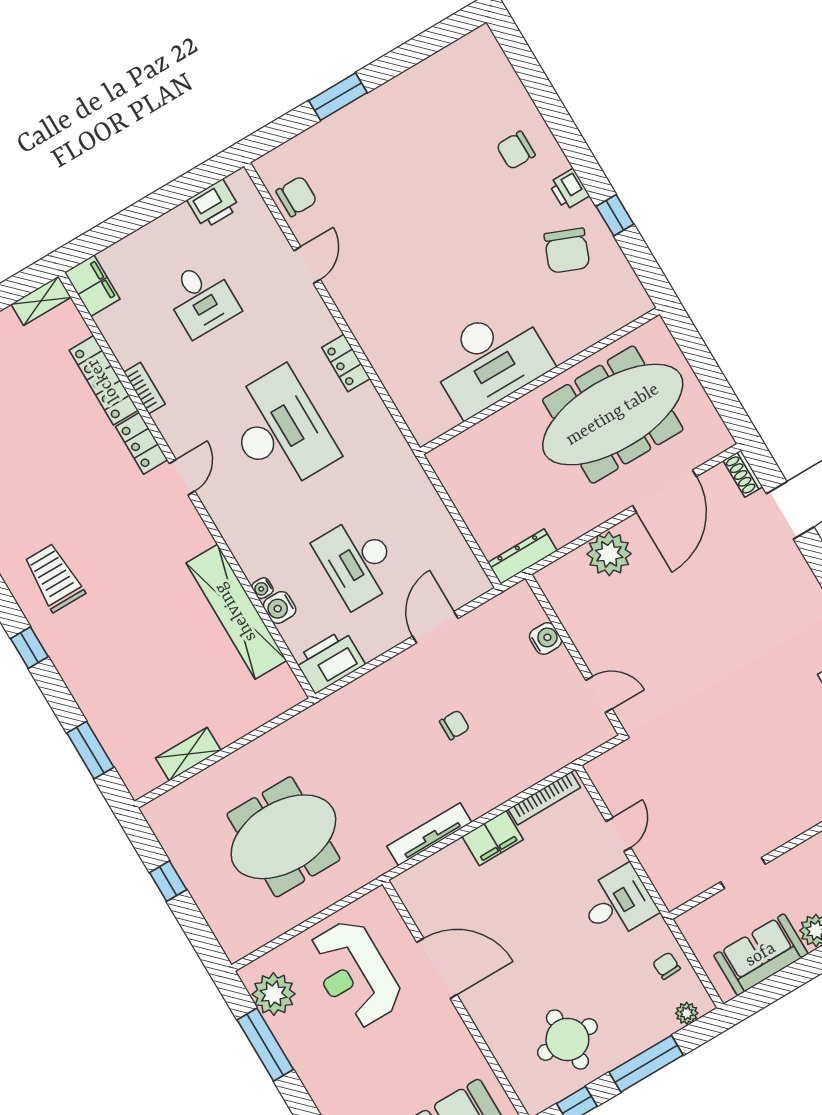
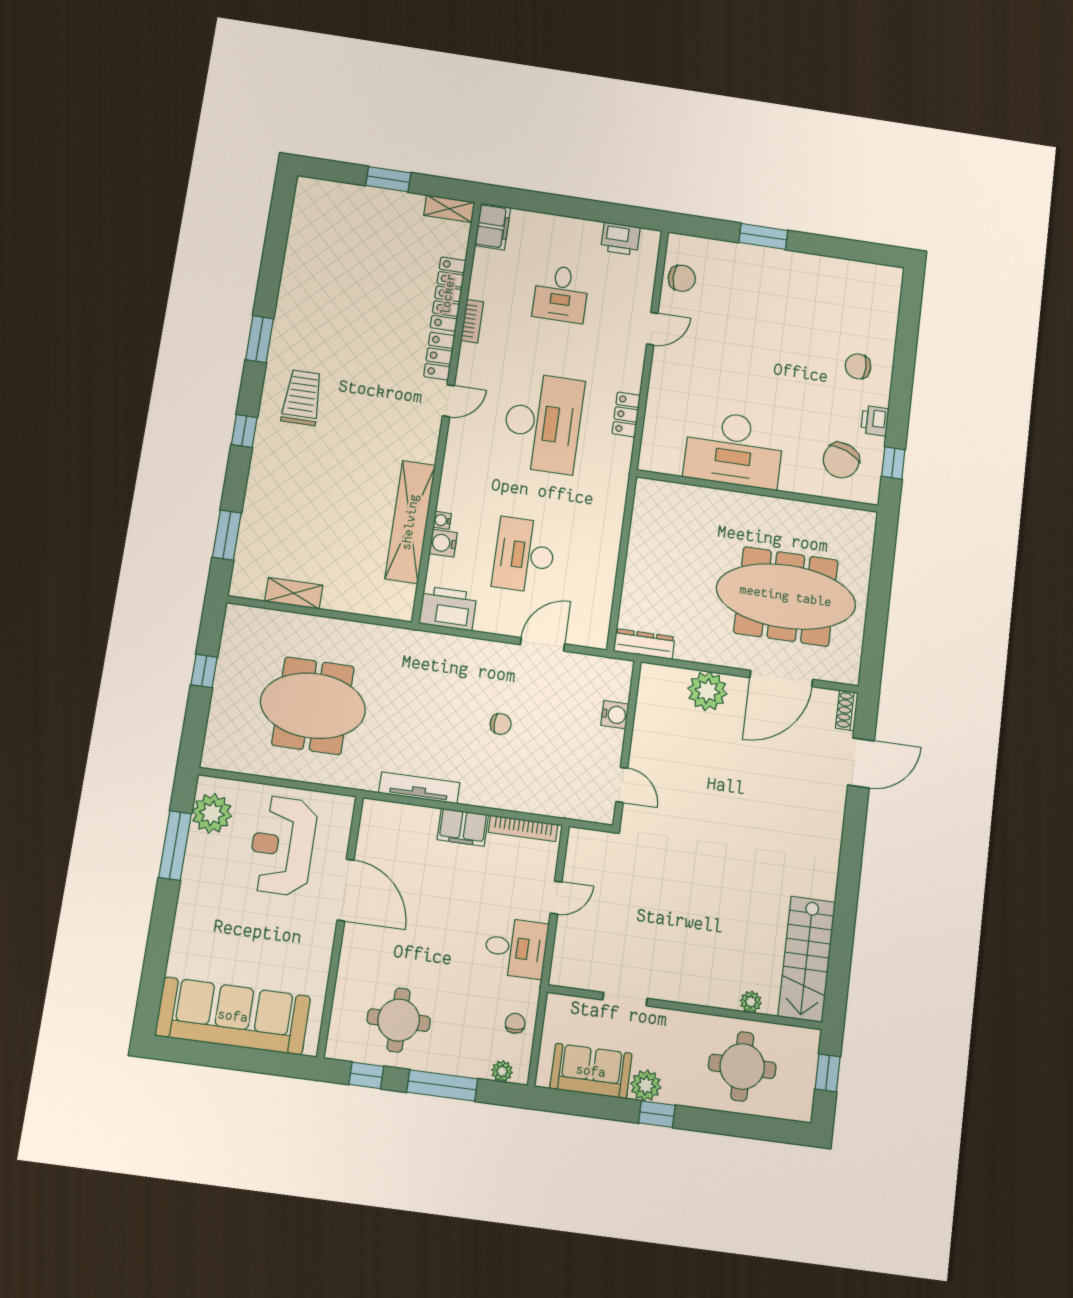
desk: (490, 360) -> (734, 449), moved
wall: (540, 381) -> (758, 491), moved

